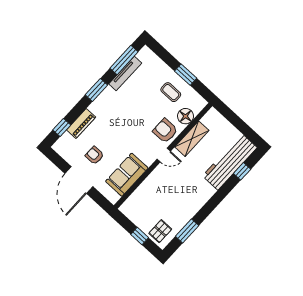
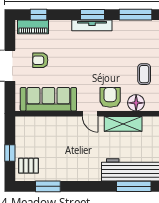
tv unit: (125, 74) -> (92, 25), moved
piano: (81, 123) -> (33, 27), moved
armchair: (95, 155) -> (40, 60), turned -90
window: (242, 171) -> (134, 186), width x2.17
sofa: (127, 175) -> (48, 99), width x1.36

